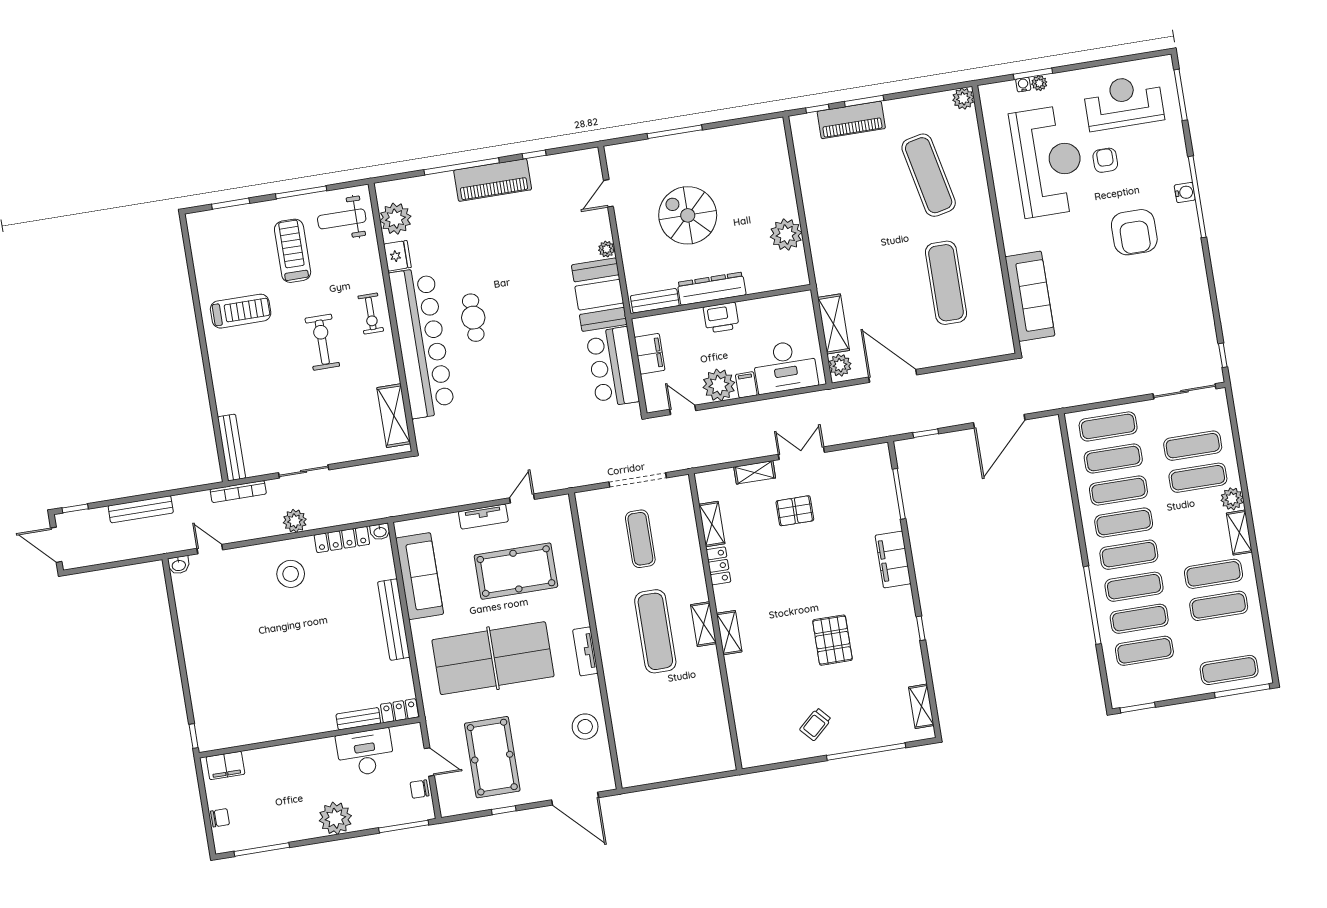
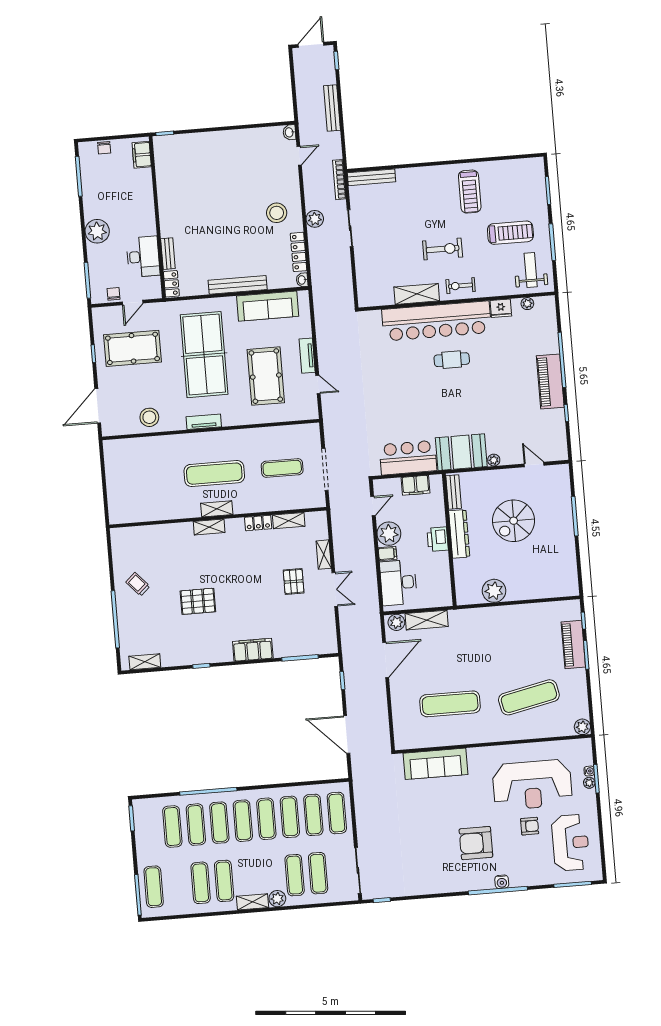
spiral stairs: (688, 215) -> (514, 521), turned 180
plant: (395, 219) -> (527, 304), width x0.53, depth x0.53
shelving: (394, 416) -> (417, 294), moved

